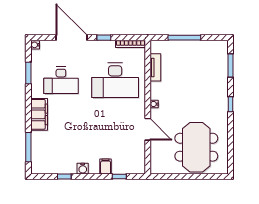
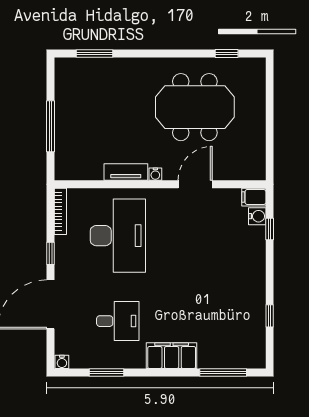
tv unit: (155, 67) -> (126, 172), moved
desk: (61, 80) -> (118, 321), width x0.73
window: (230, 104) -> (227, 53), moved
meeting table: (196, 147) -> (195, 107), moved
filing cabinet: (106, 166) -> (254, 197), moved
water cooler: (83, 169) -> (257, 216), moved

